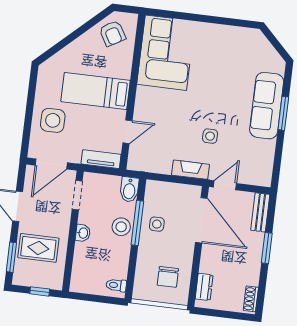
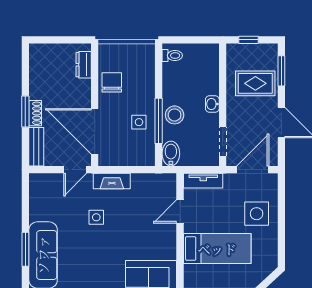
chair: (168, 277) -> (112, 82), moved
shoe rack: (251, 299) -> (35, 113), moved

